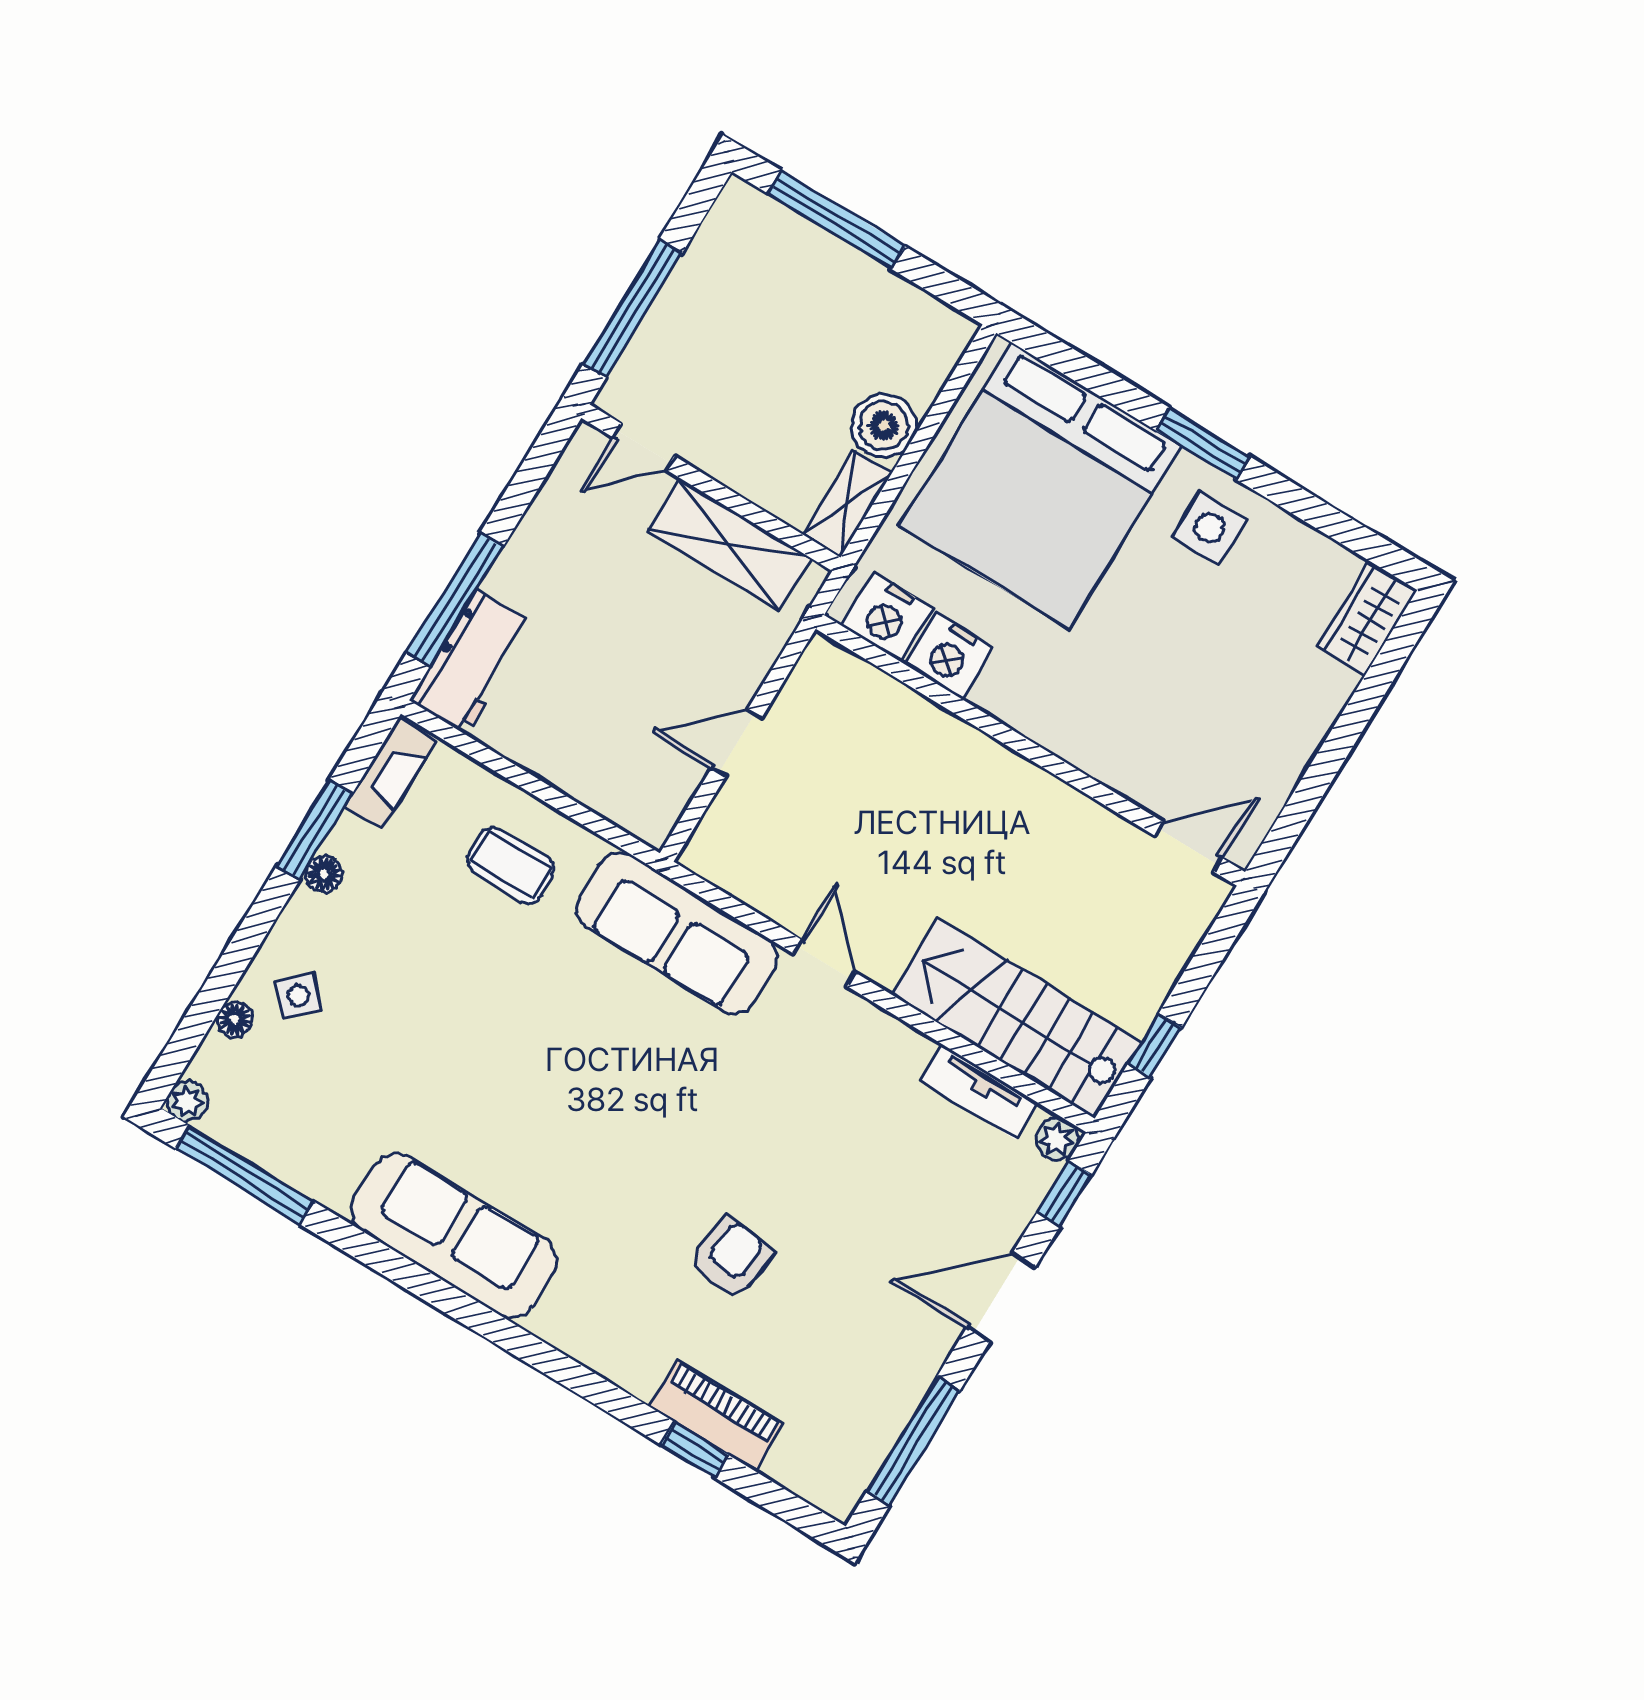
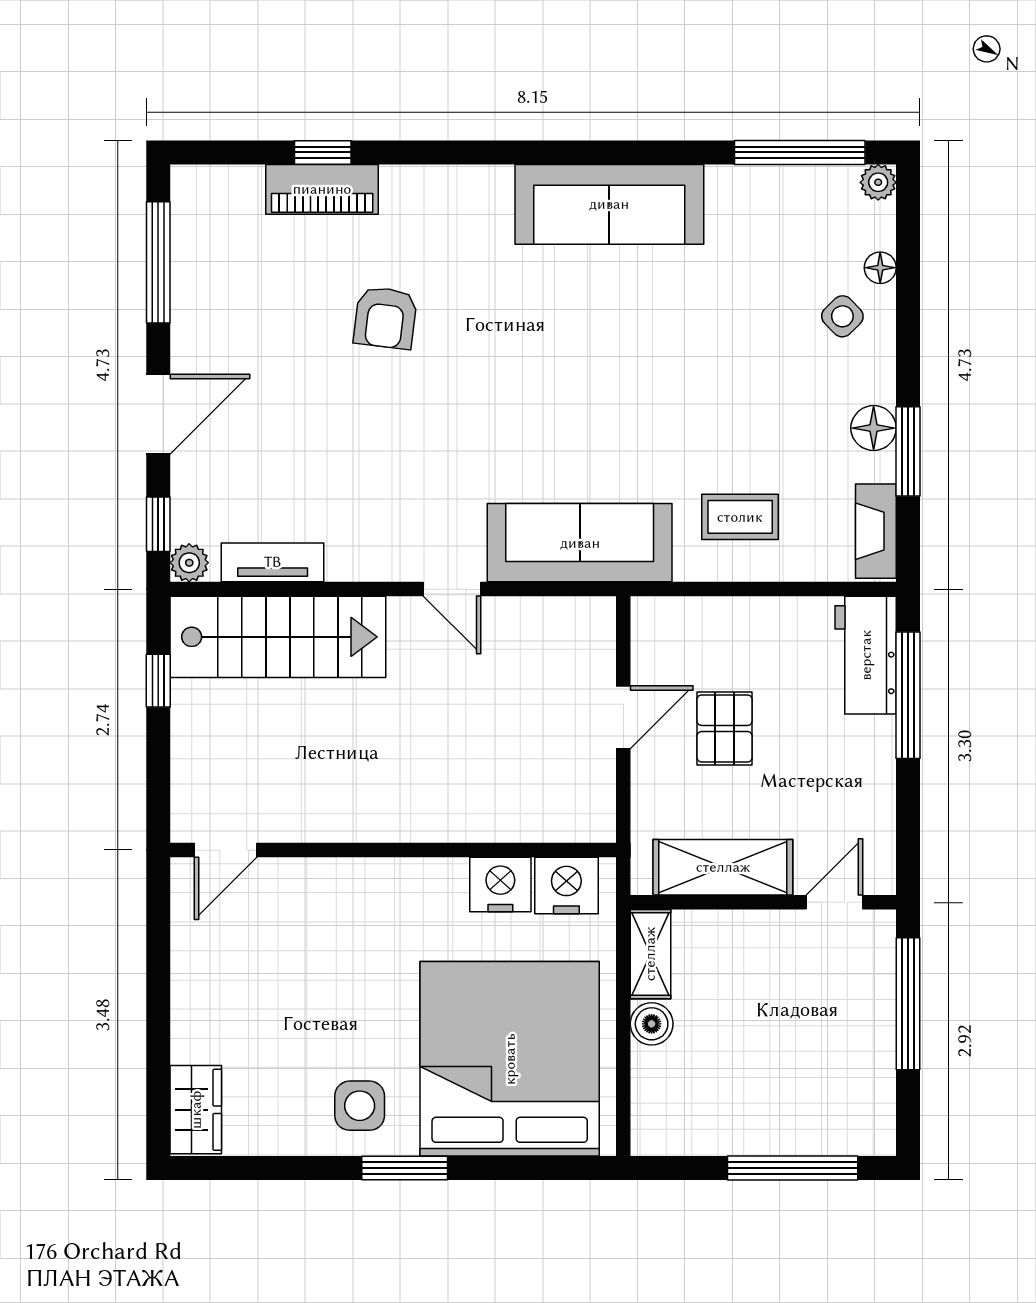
boiler: (884, 425) -> (652, 1024), width x0.73, depth x0.73
pallet: (647, 674) -> (725, 728), added
floor lamp: (324, 874) -> (874, 428), width x1.37, depth x1.37

